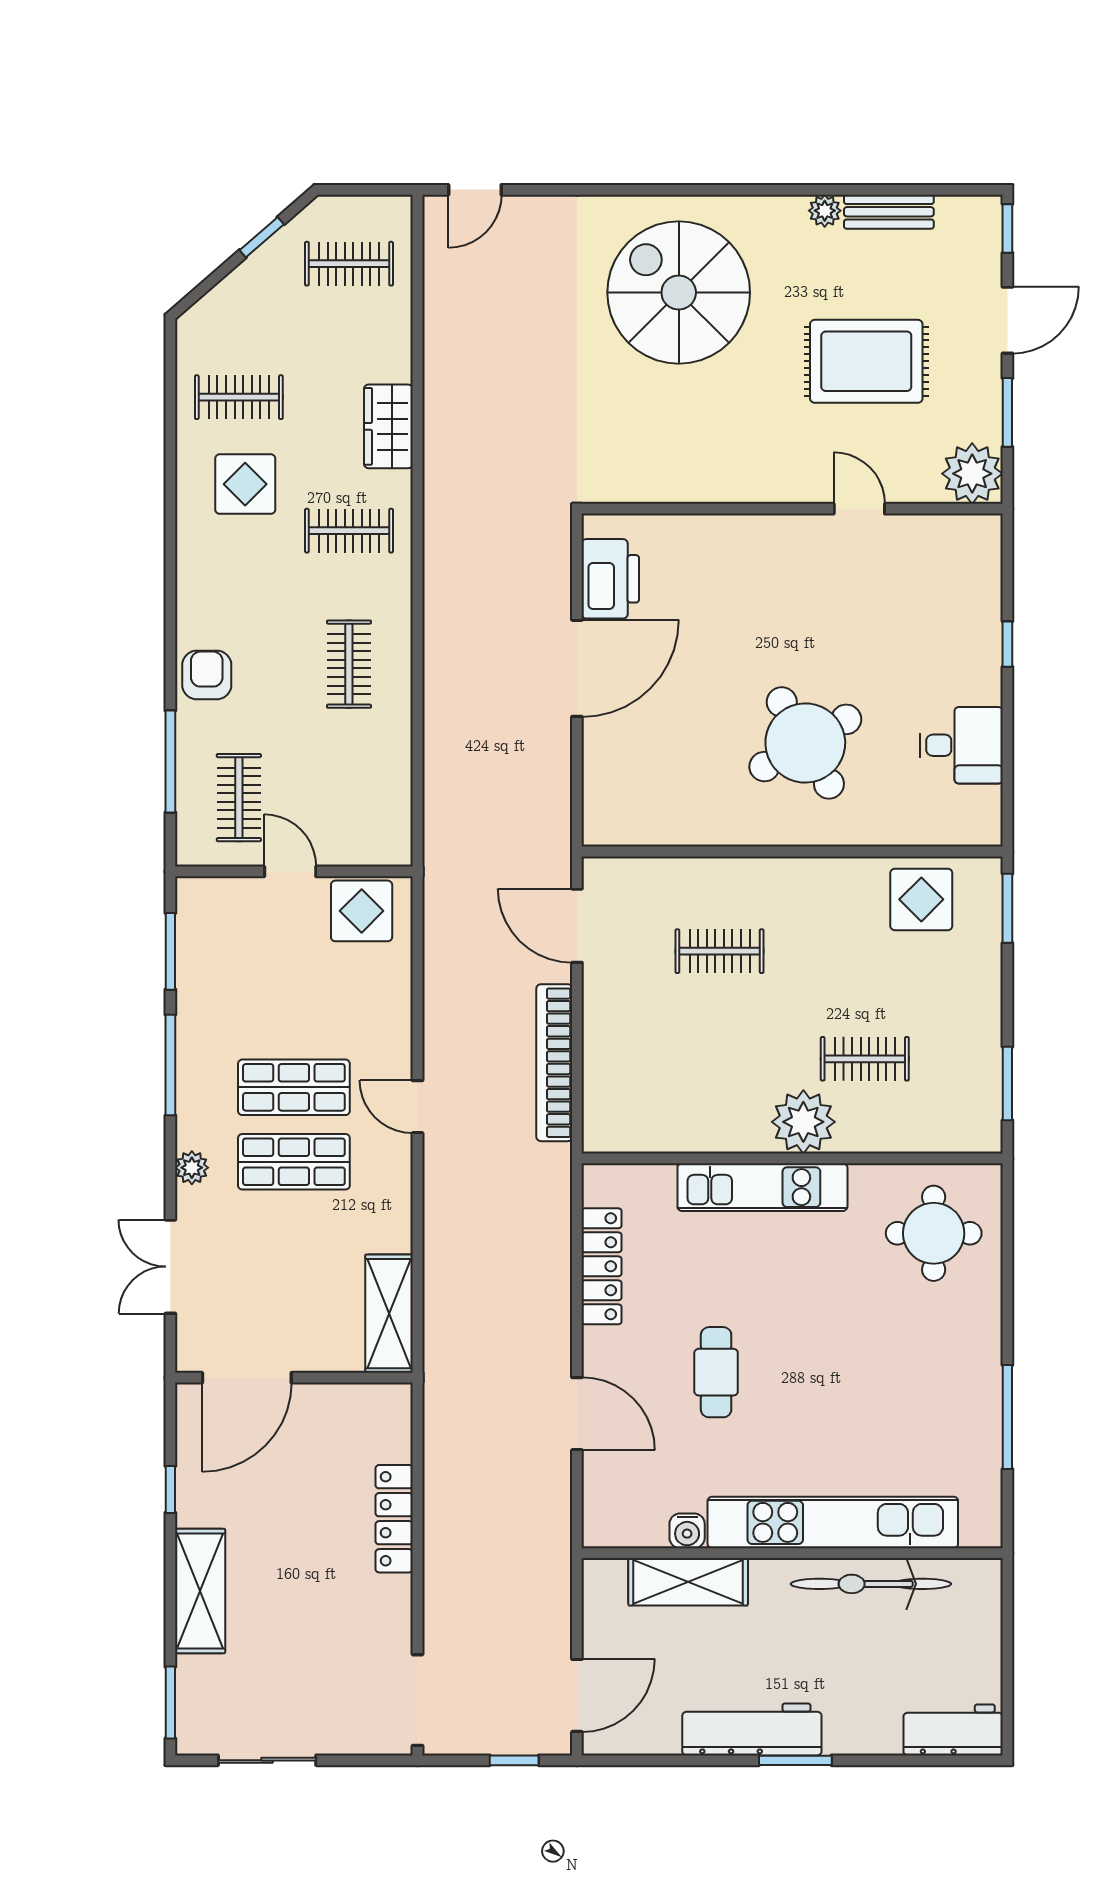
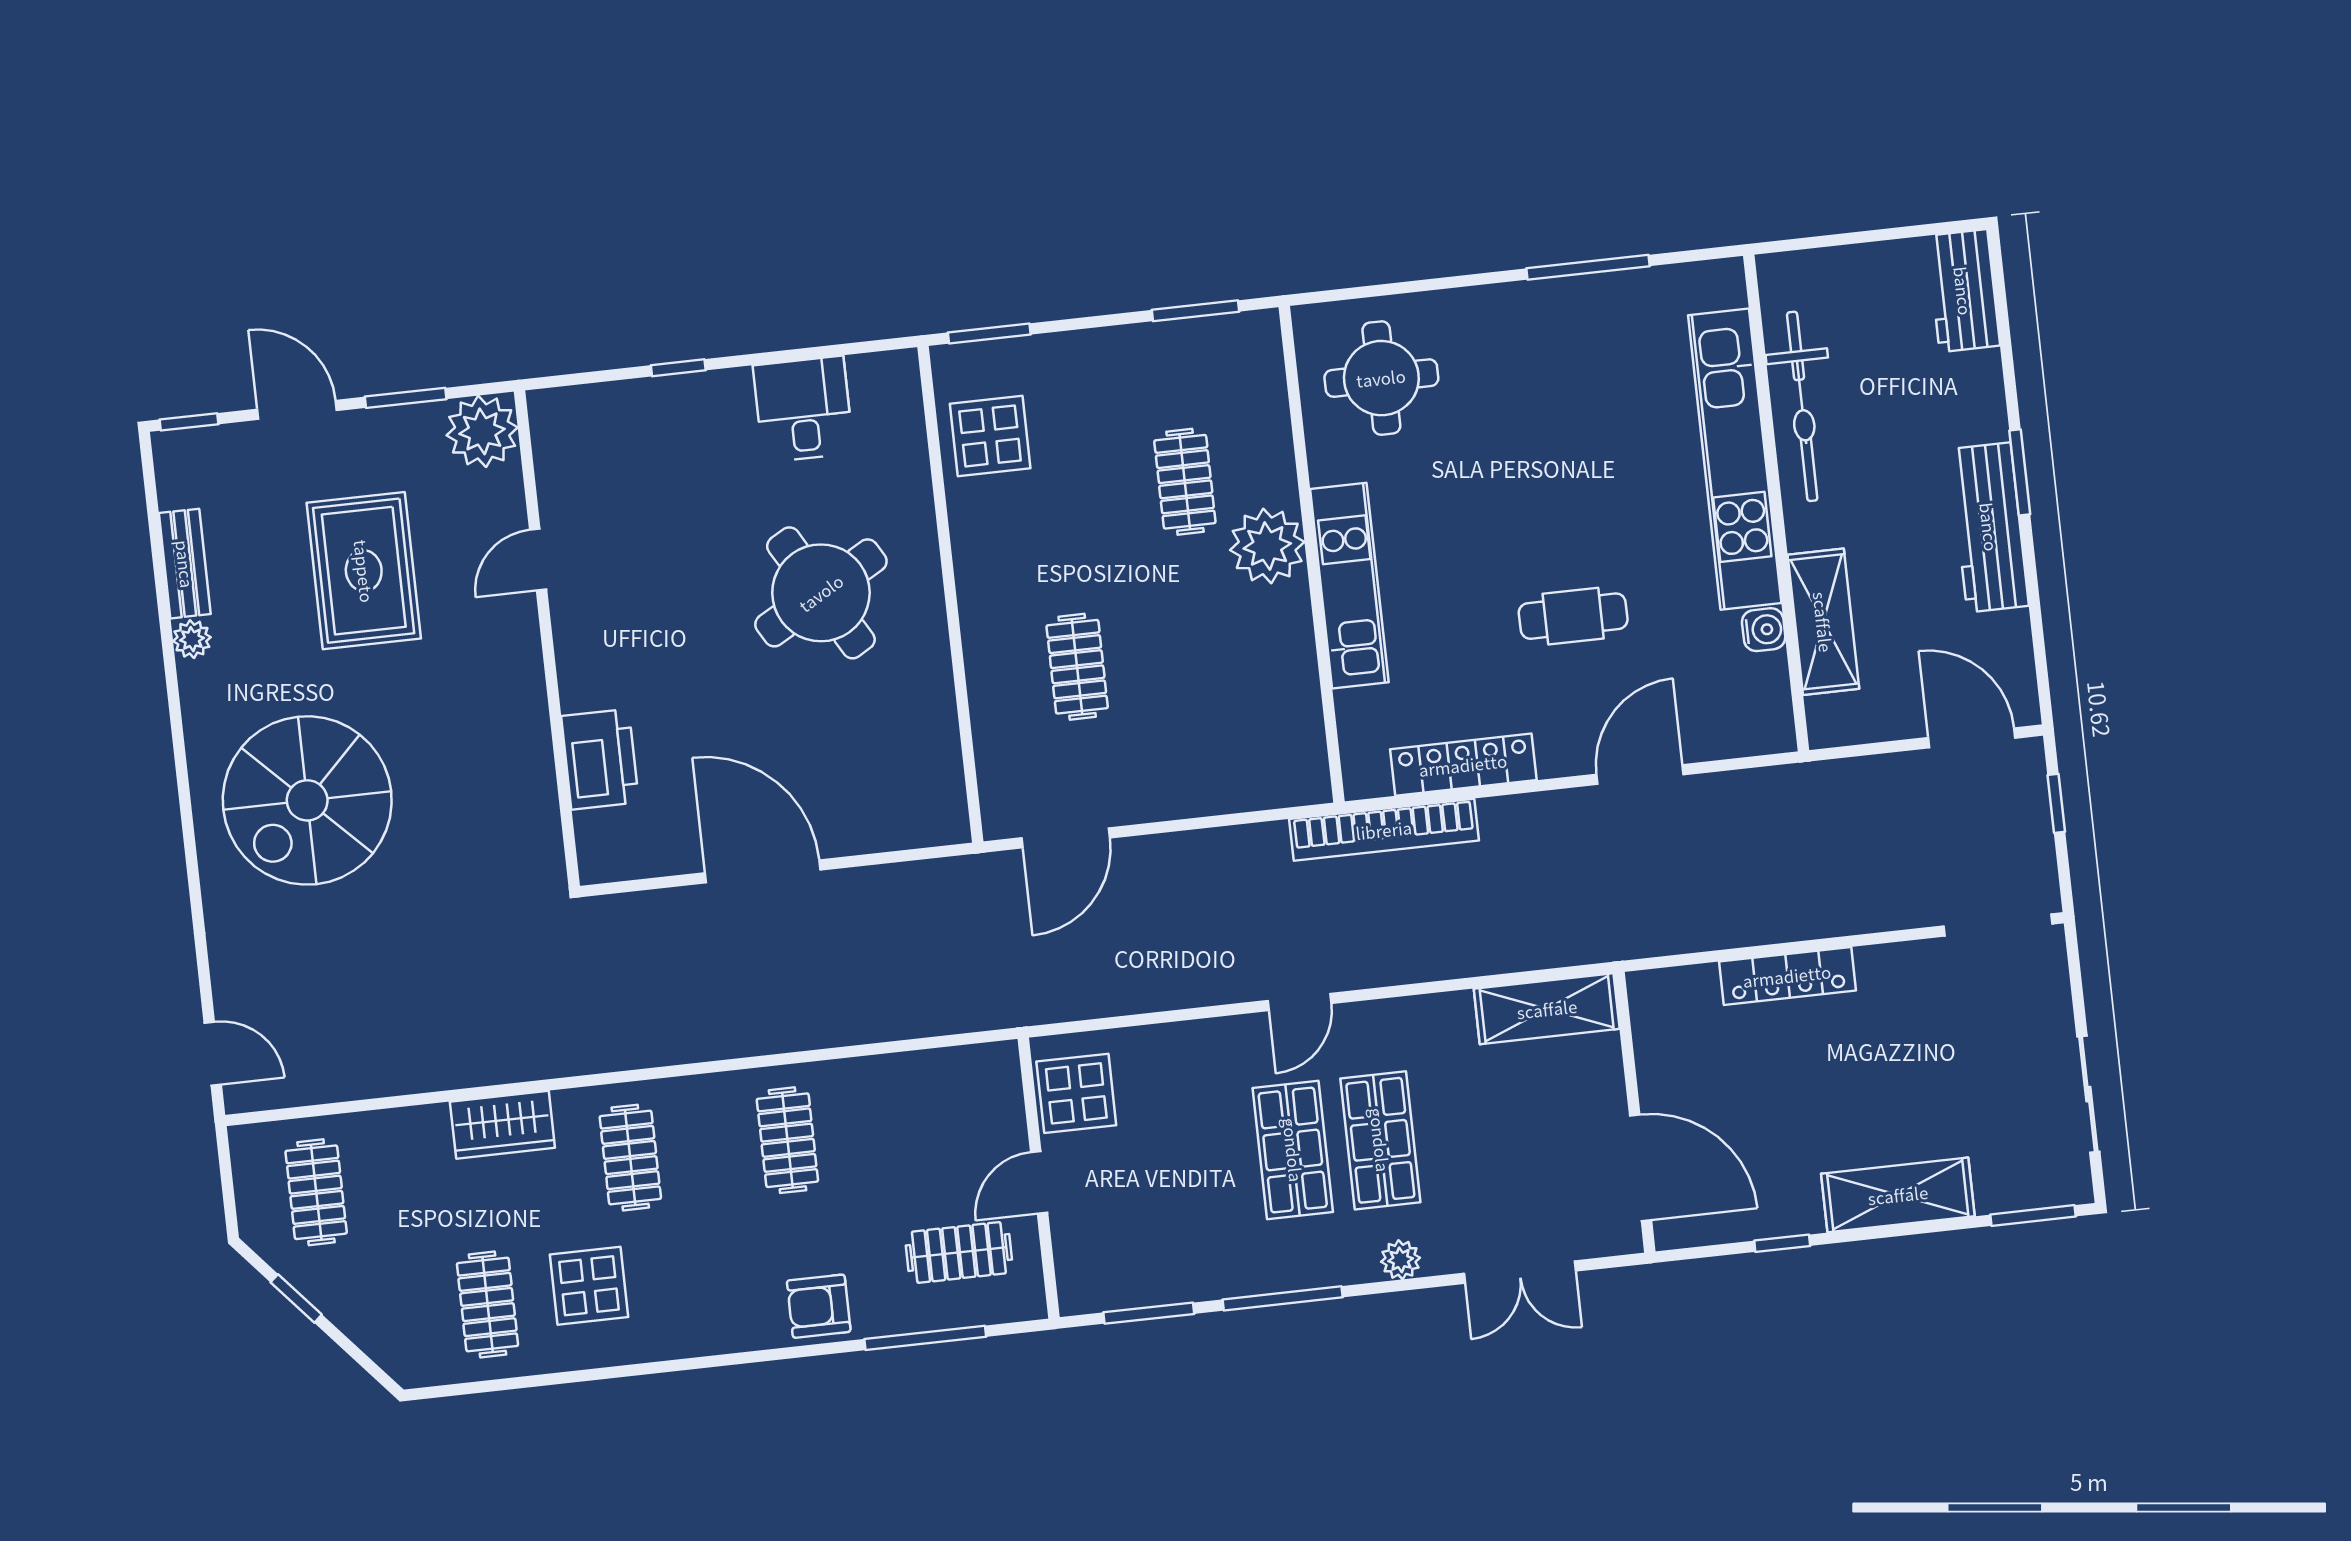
printer: (610, 579) -> (600, 759), moved, turned 90
clothes rail: (349, 664) -> (787, 1140), turned 90
bookcase: (554, 1063) -> (1384, 830), moved

